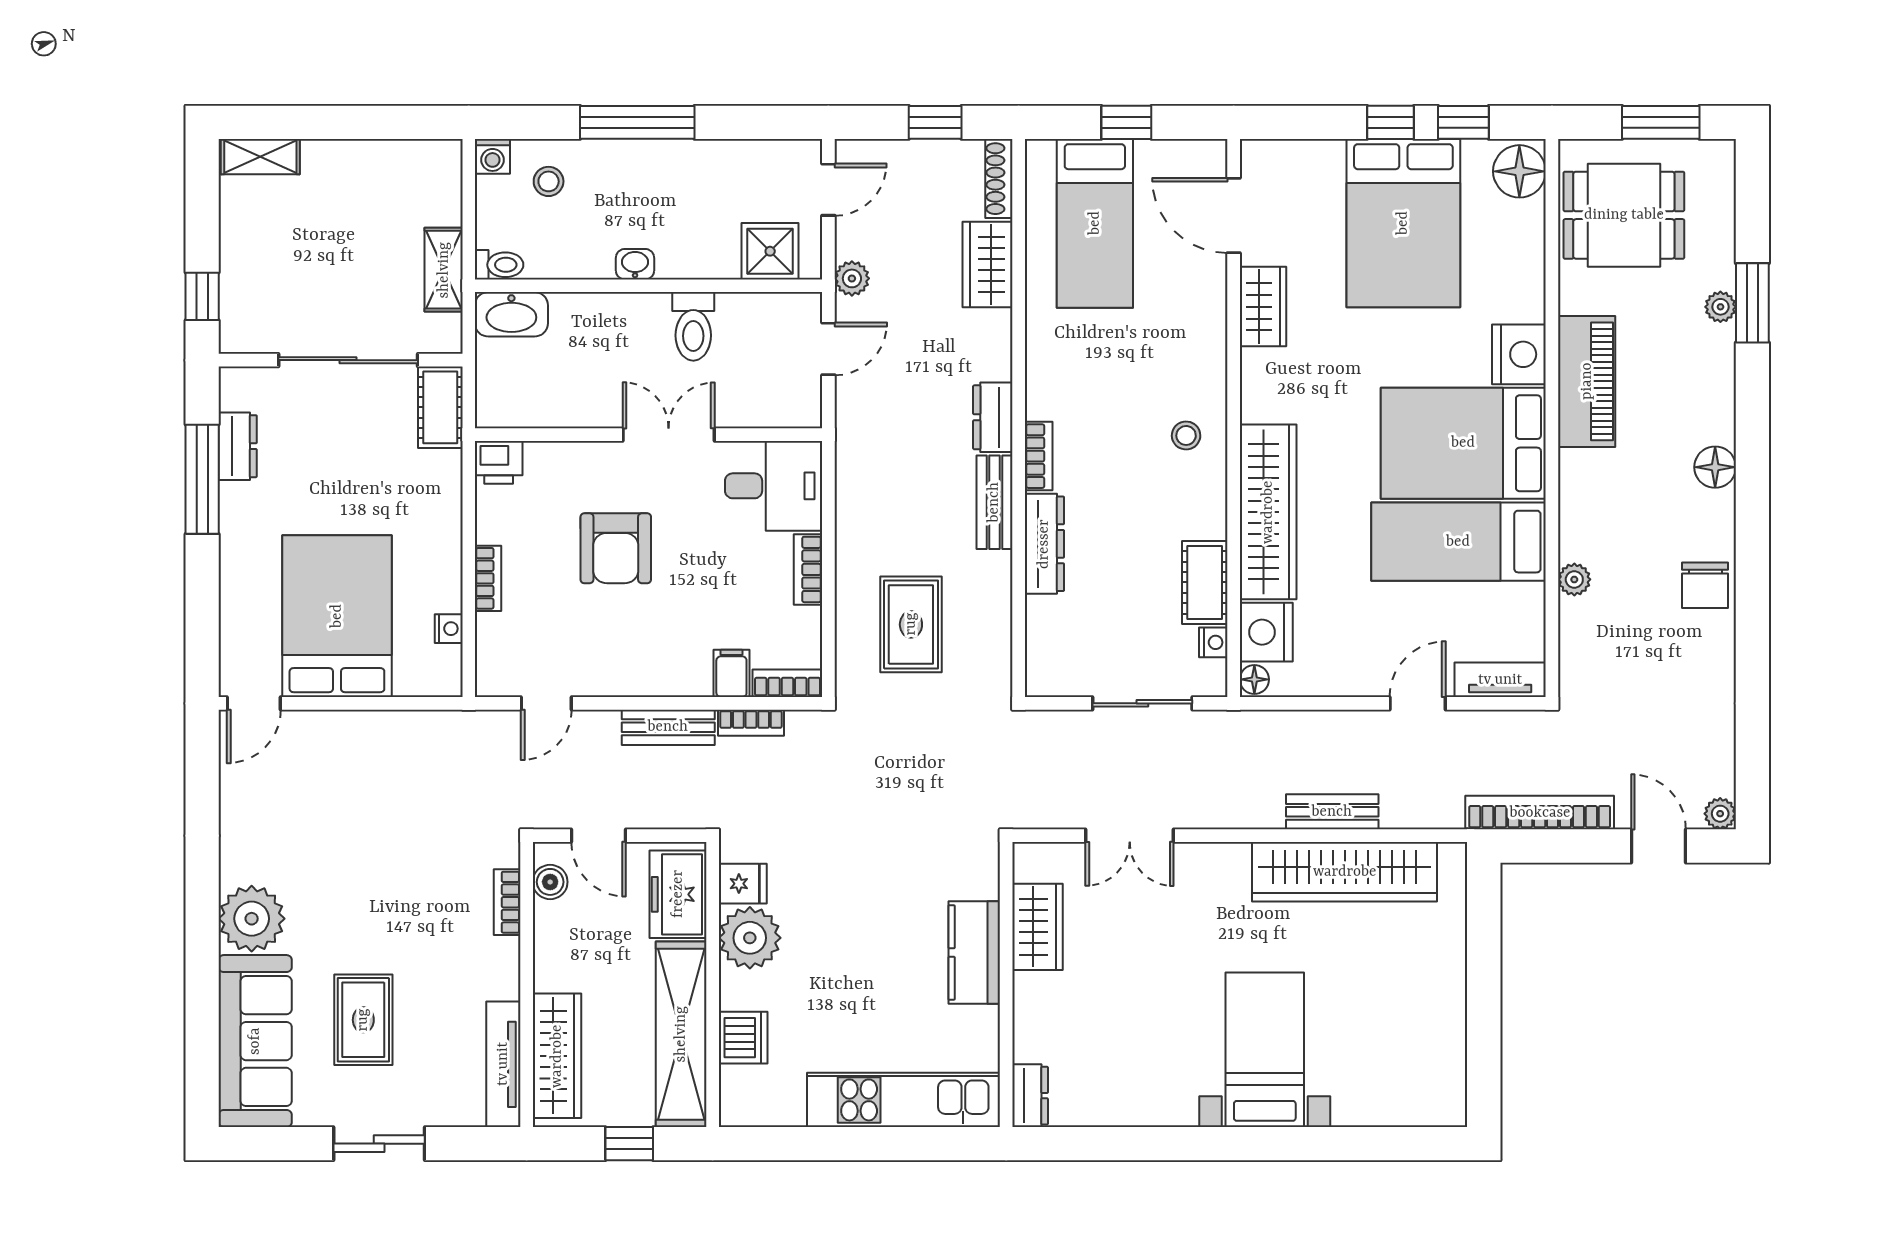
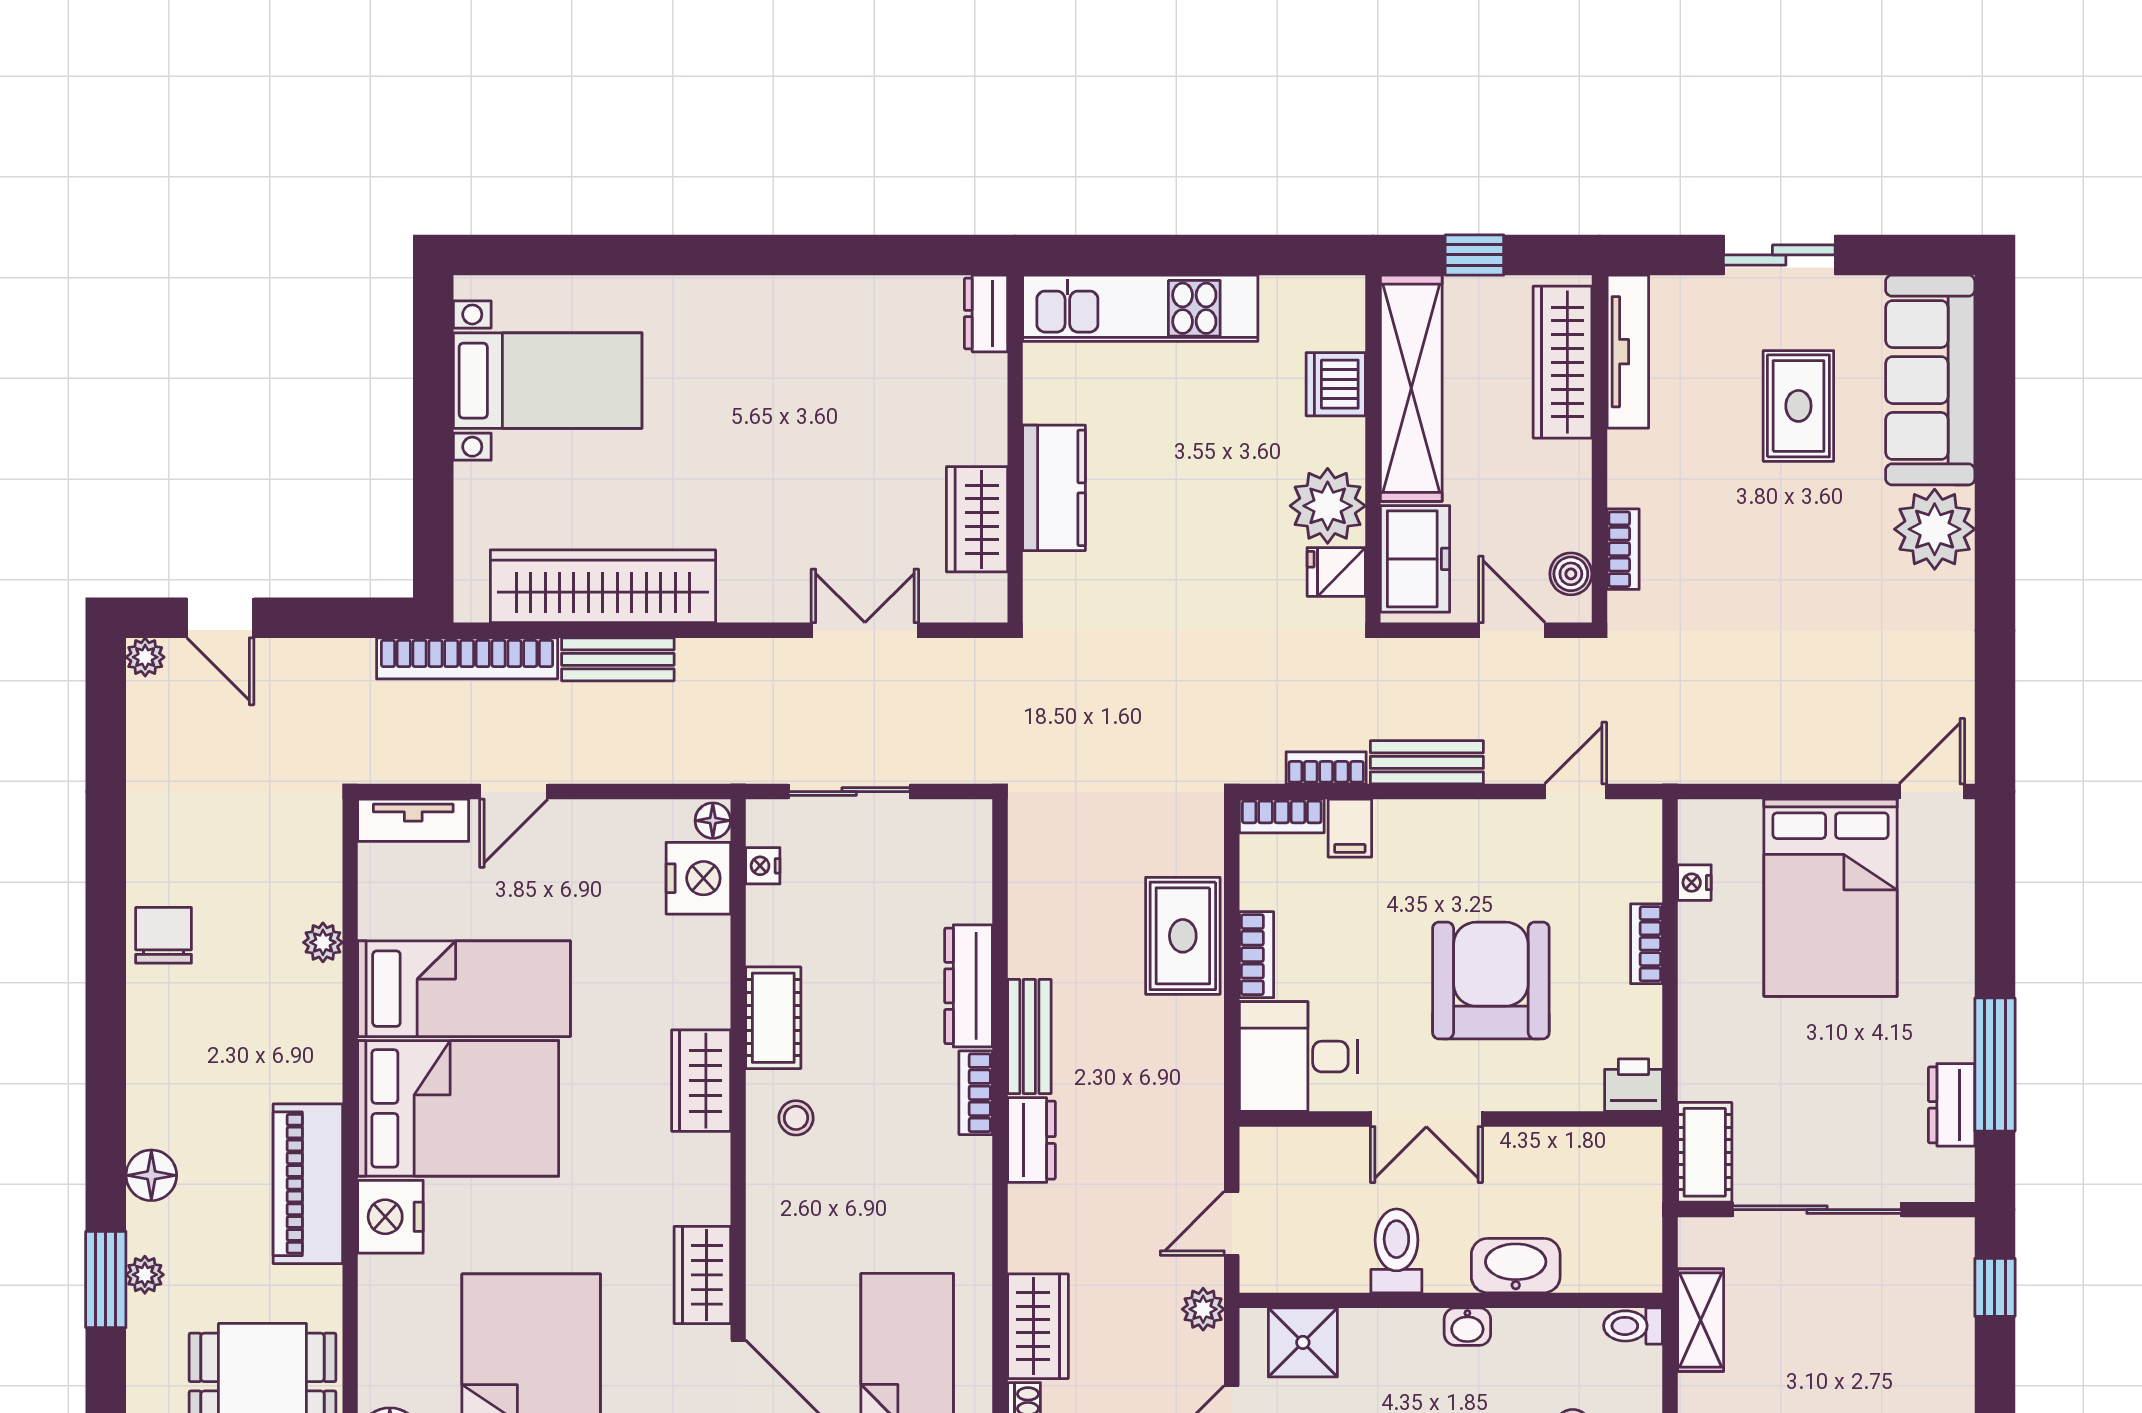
washbasin: (511, 314) -> (1516, 1266), moved
floor lamp: (1715, 467) -> (151, 1175), moved
wardrobe: (1268, 512) -> (701, 1081), width x0.48, depth x0.85
armchair: (616, 548) -> (1491, 981), width x1.36, depth x1.36
cot: (1205, 582) -> (773, 1018), moved
rug: (911, 624) -> (1183, 936), moved
bookcase: (1540, 813) -> (467, 658), moved
bed with nightstands: (1265, 1050) -> (548, 381), moved, turned -90

